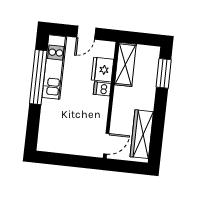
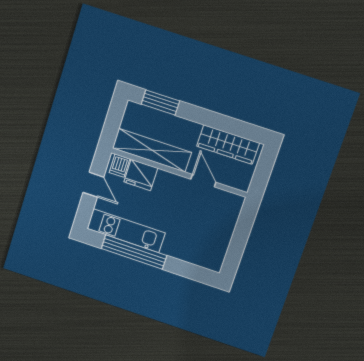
shelving: (125, 64) -> (152, 150), width x1.47
dishwasher: (102, 89) -> (119, 166), moved
door: (106, 144) -> (203, 181), moved

